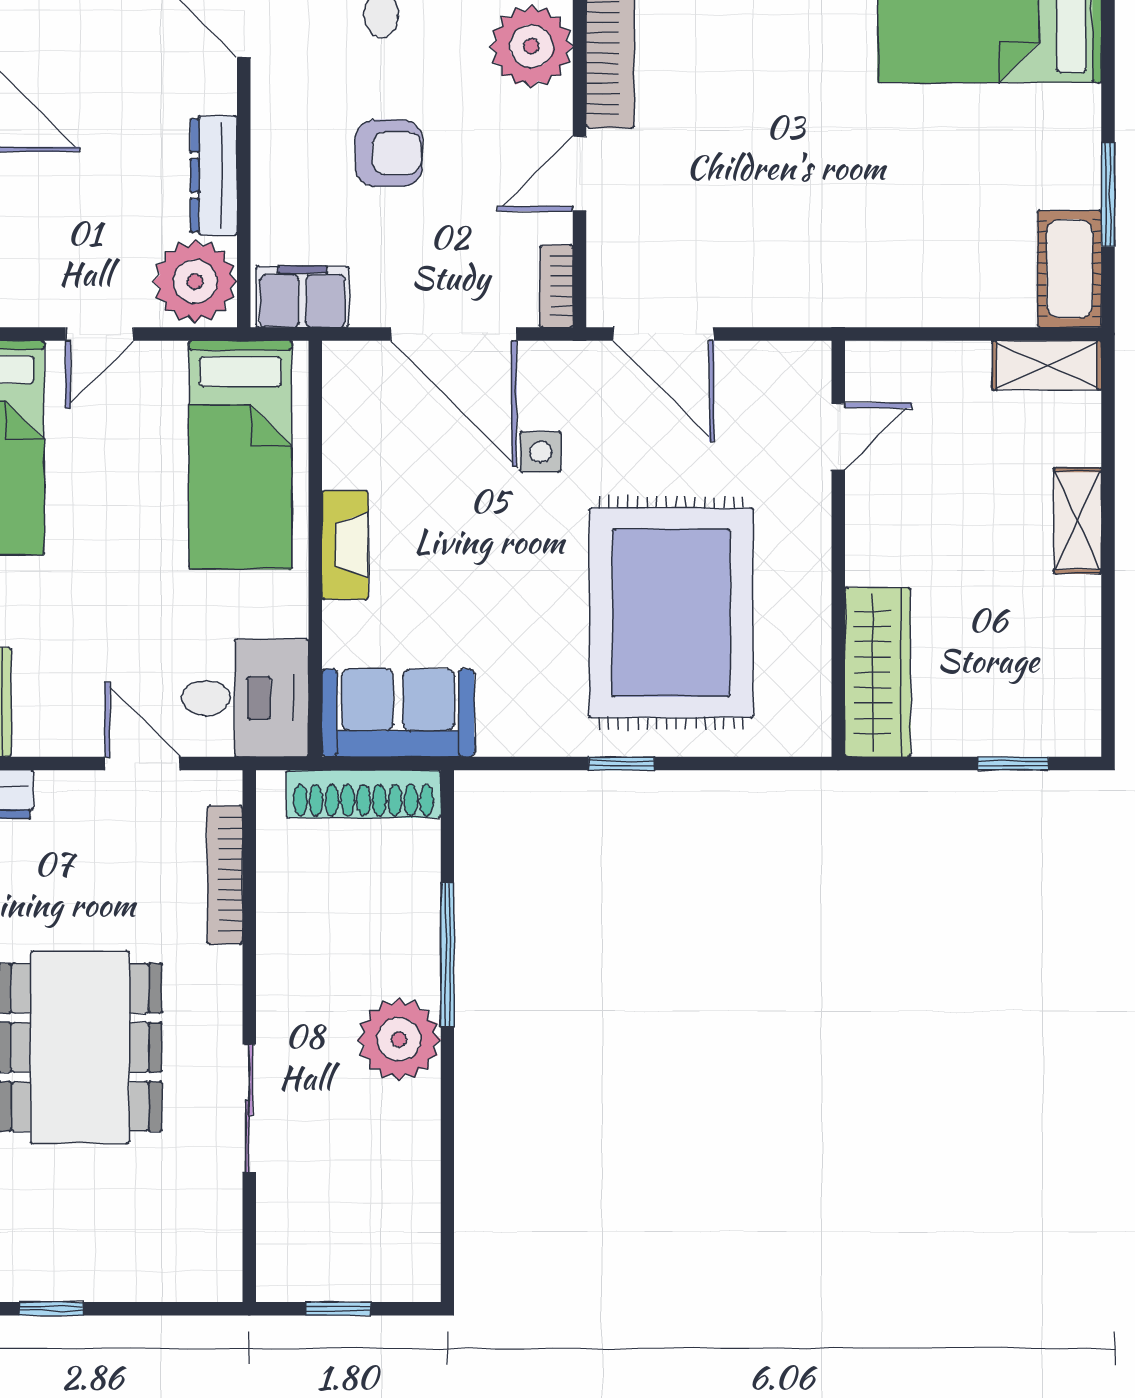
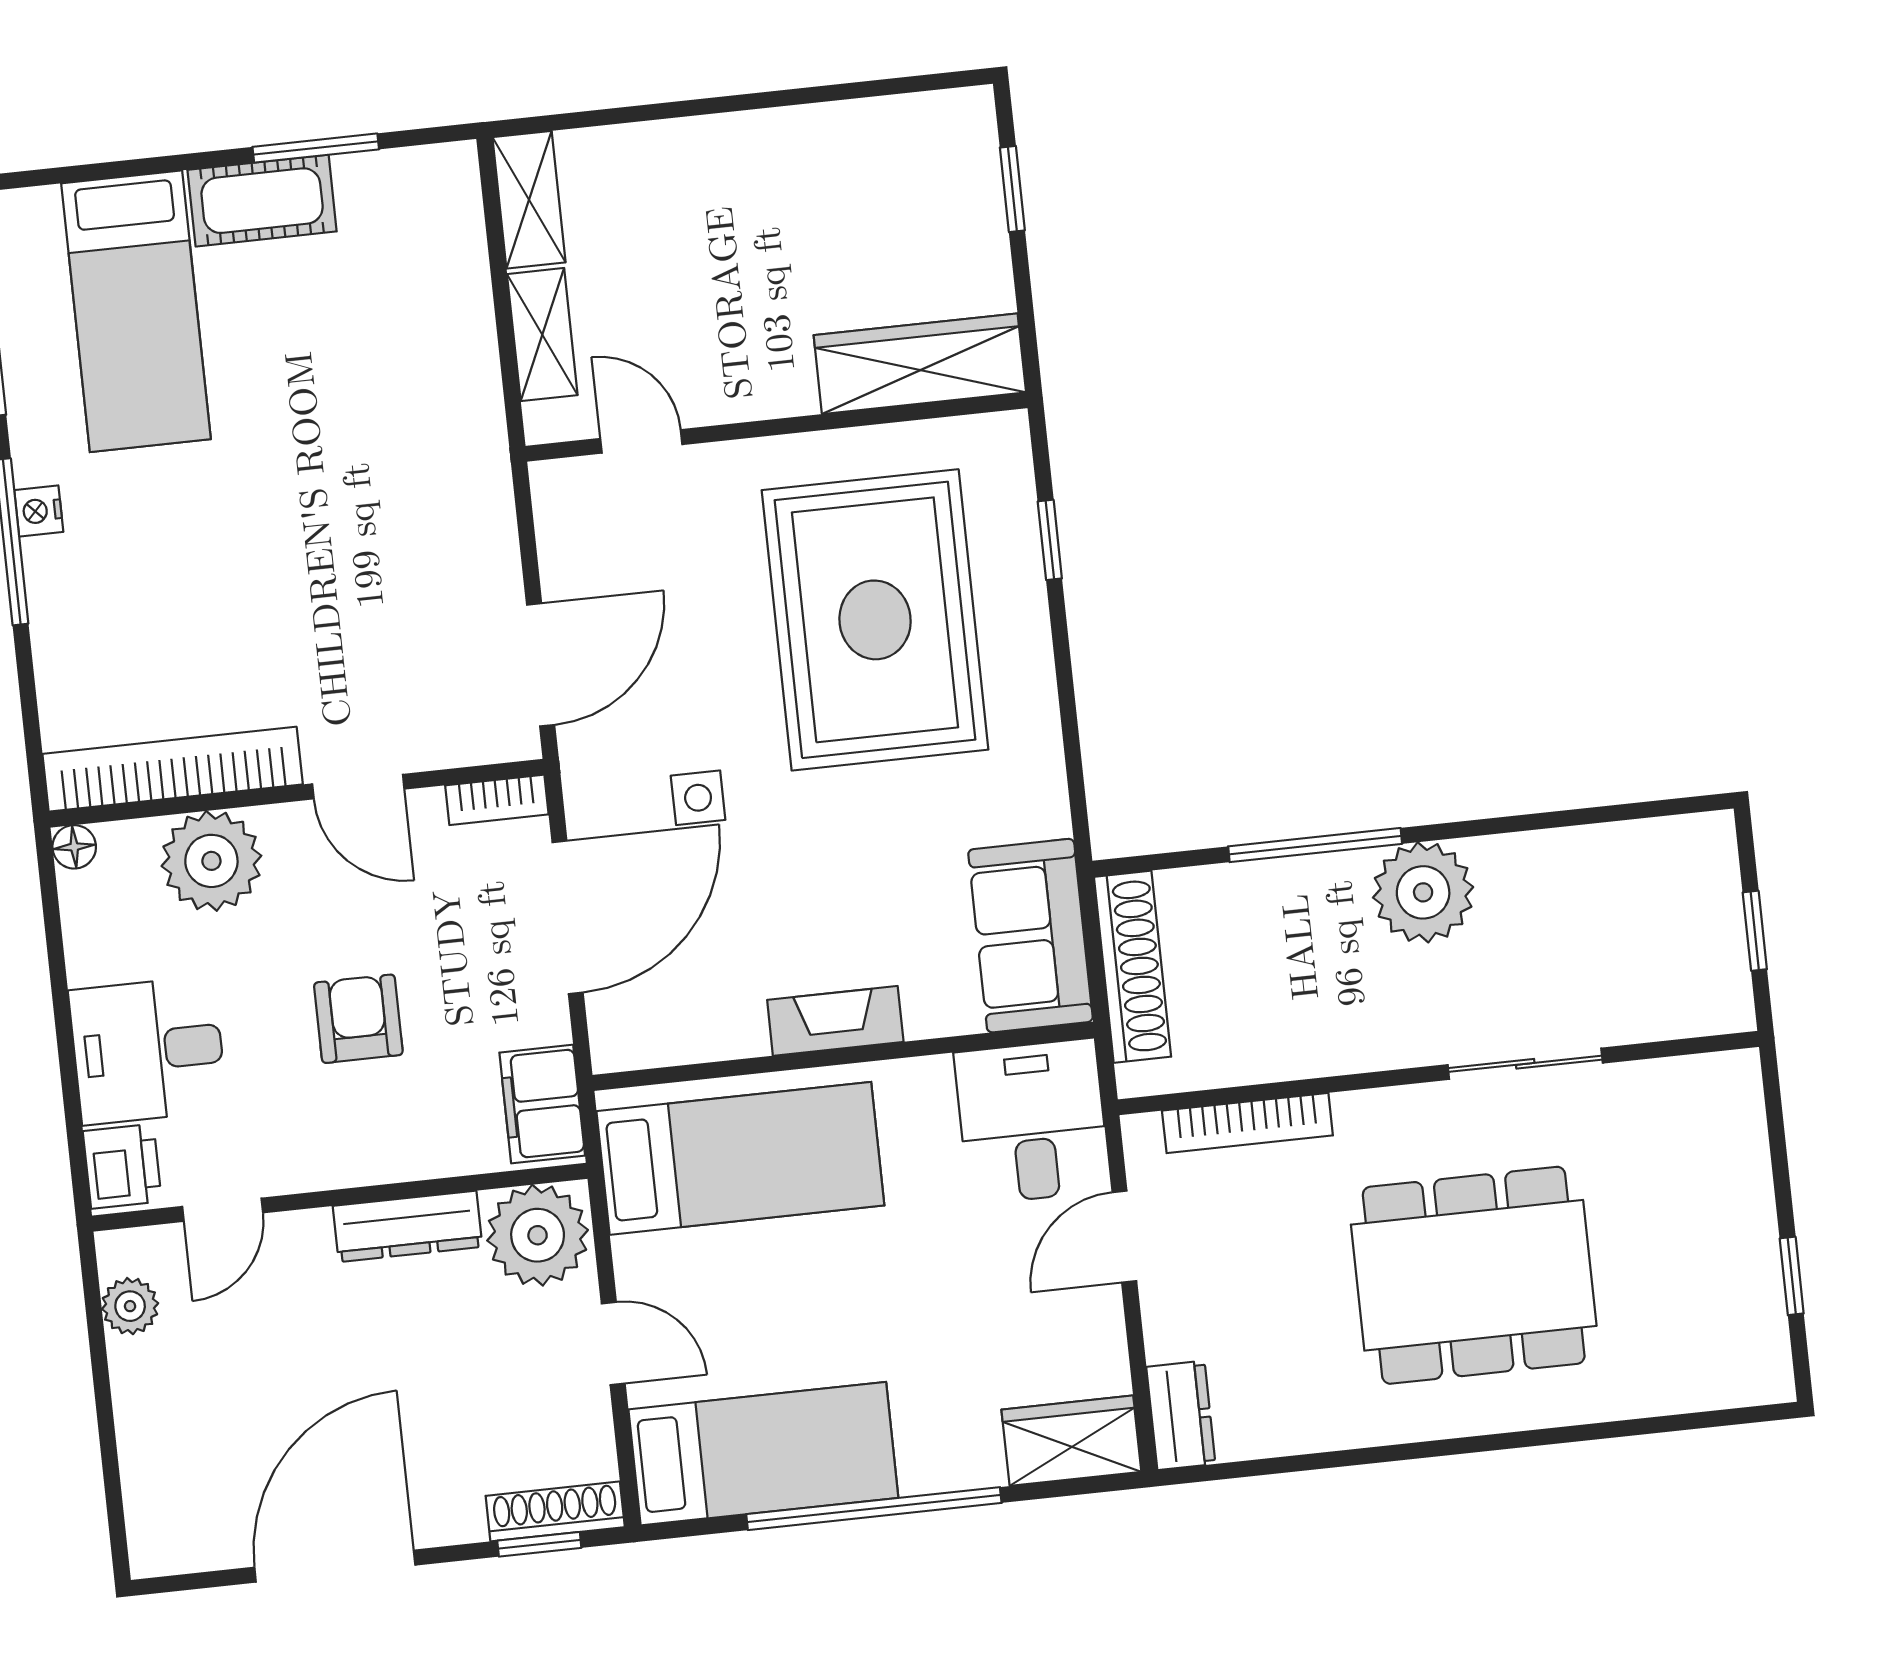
cot: (1070, 269) -> (262, 201), moved
shelving: (1078, 521) -> (542, 335), moved, turned 90
rug: (671, 613) -> (875, 620), turned 90
window: (621, 764) -> (1050, 540), moved

